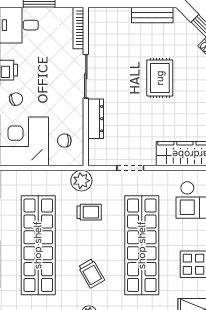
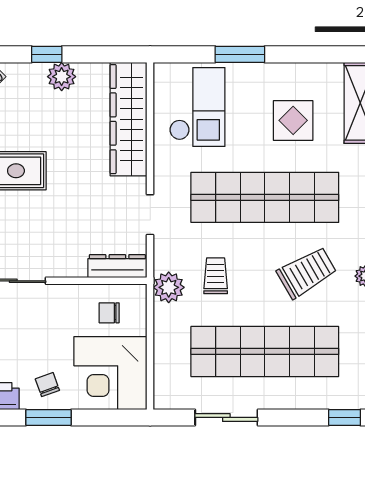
dresser: (96, 119) -> (117, 266), moved
chair: (64, 141) -> (109, 313), turned 90
trolley: (91, 273) -> (307, 272), width x1.36, depth x1.39

